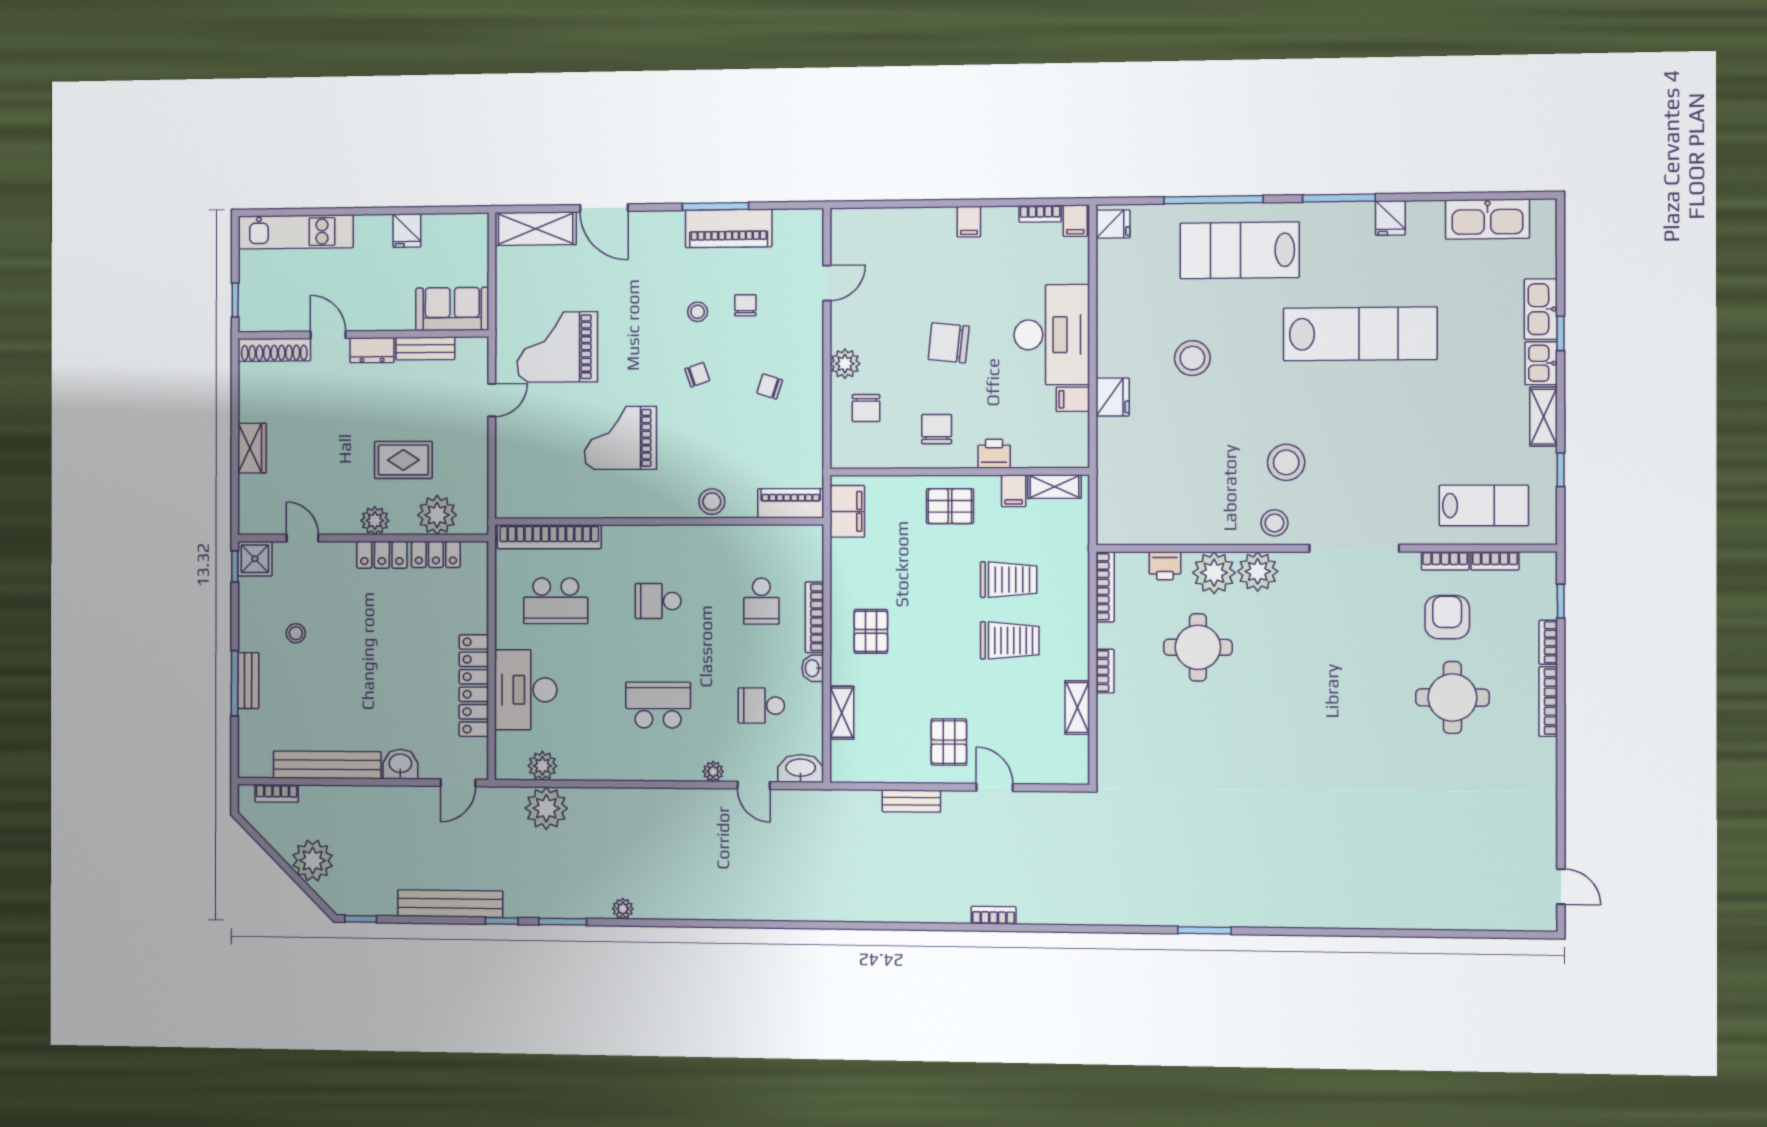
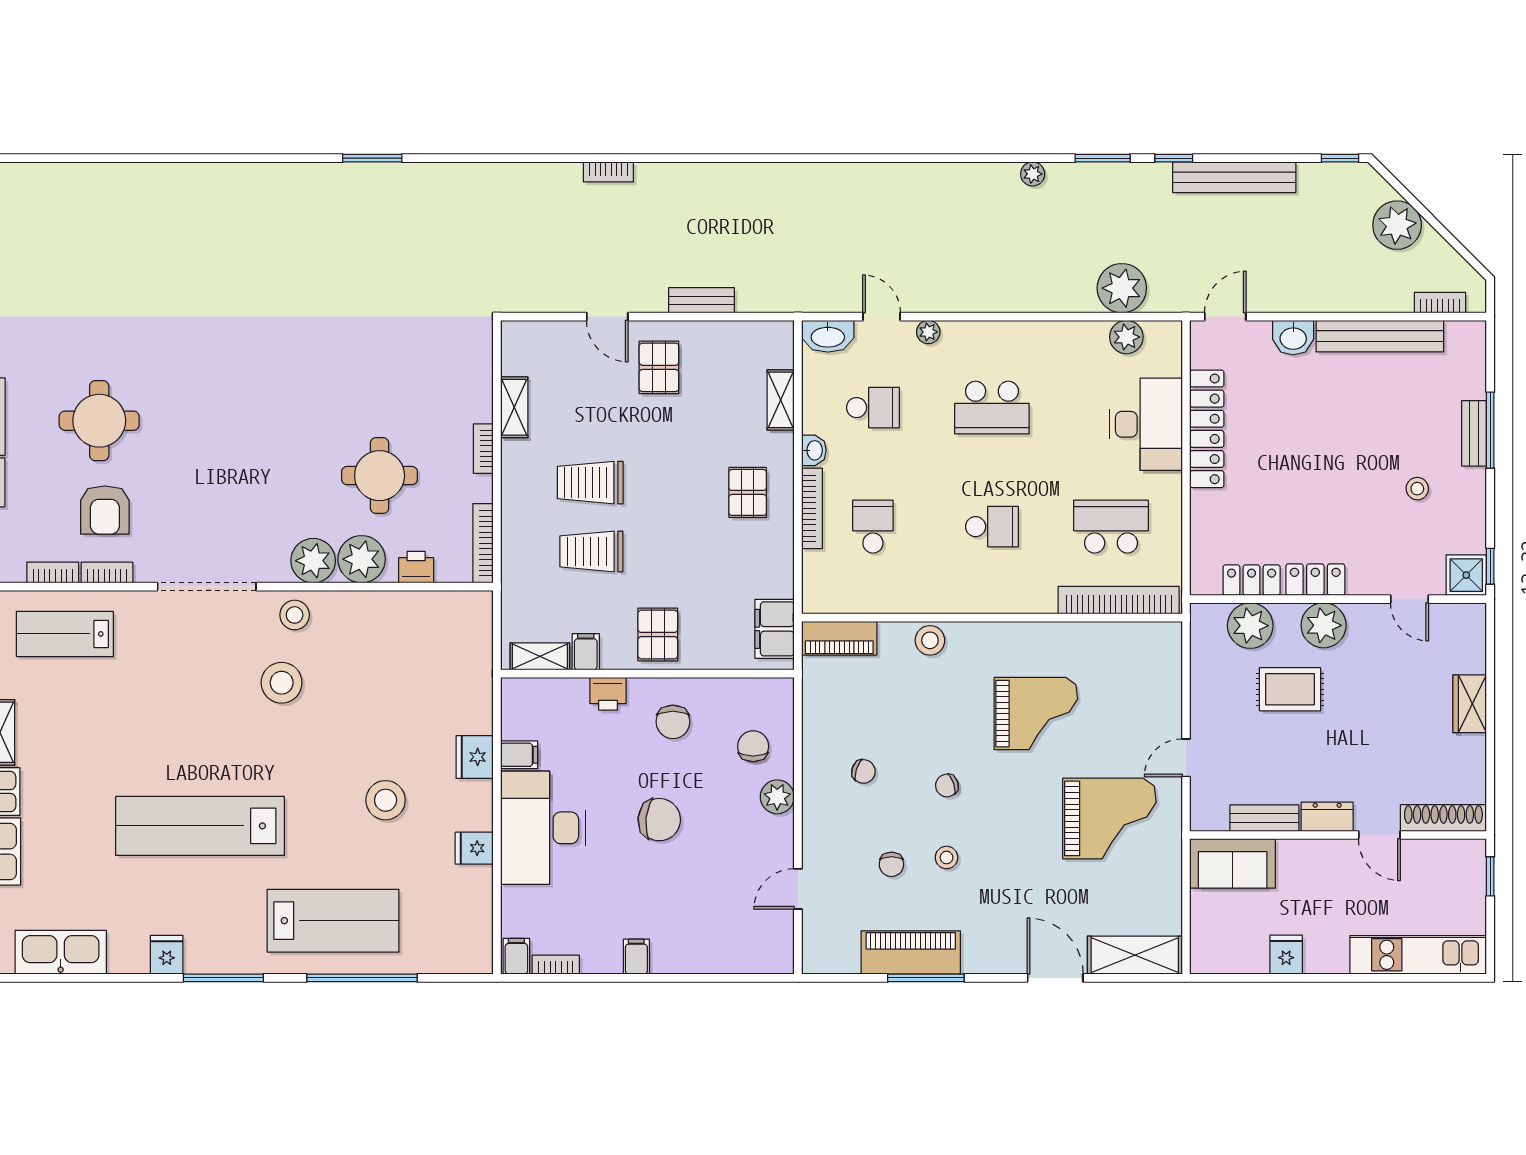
fridge: (1113, 224) -> (474, 848), moved
pallet: (950, 506) -> (658, 635), turned 90
plant: (375, 521) -> (1324, 625), width x1.36, depth x1.36

